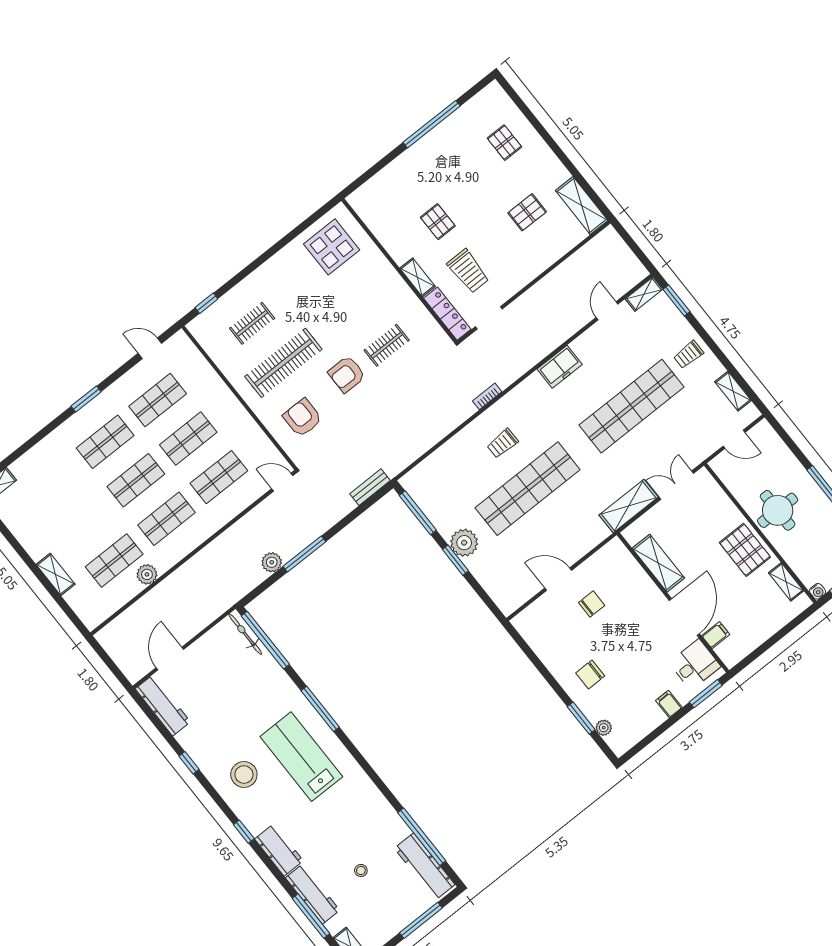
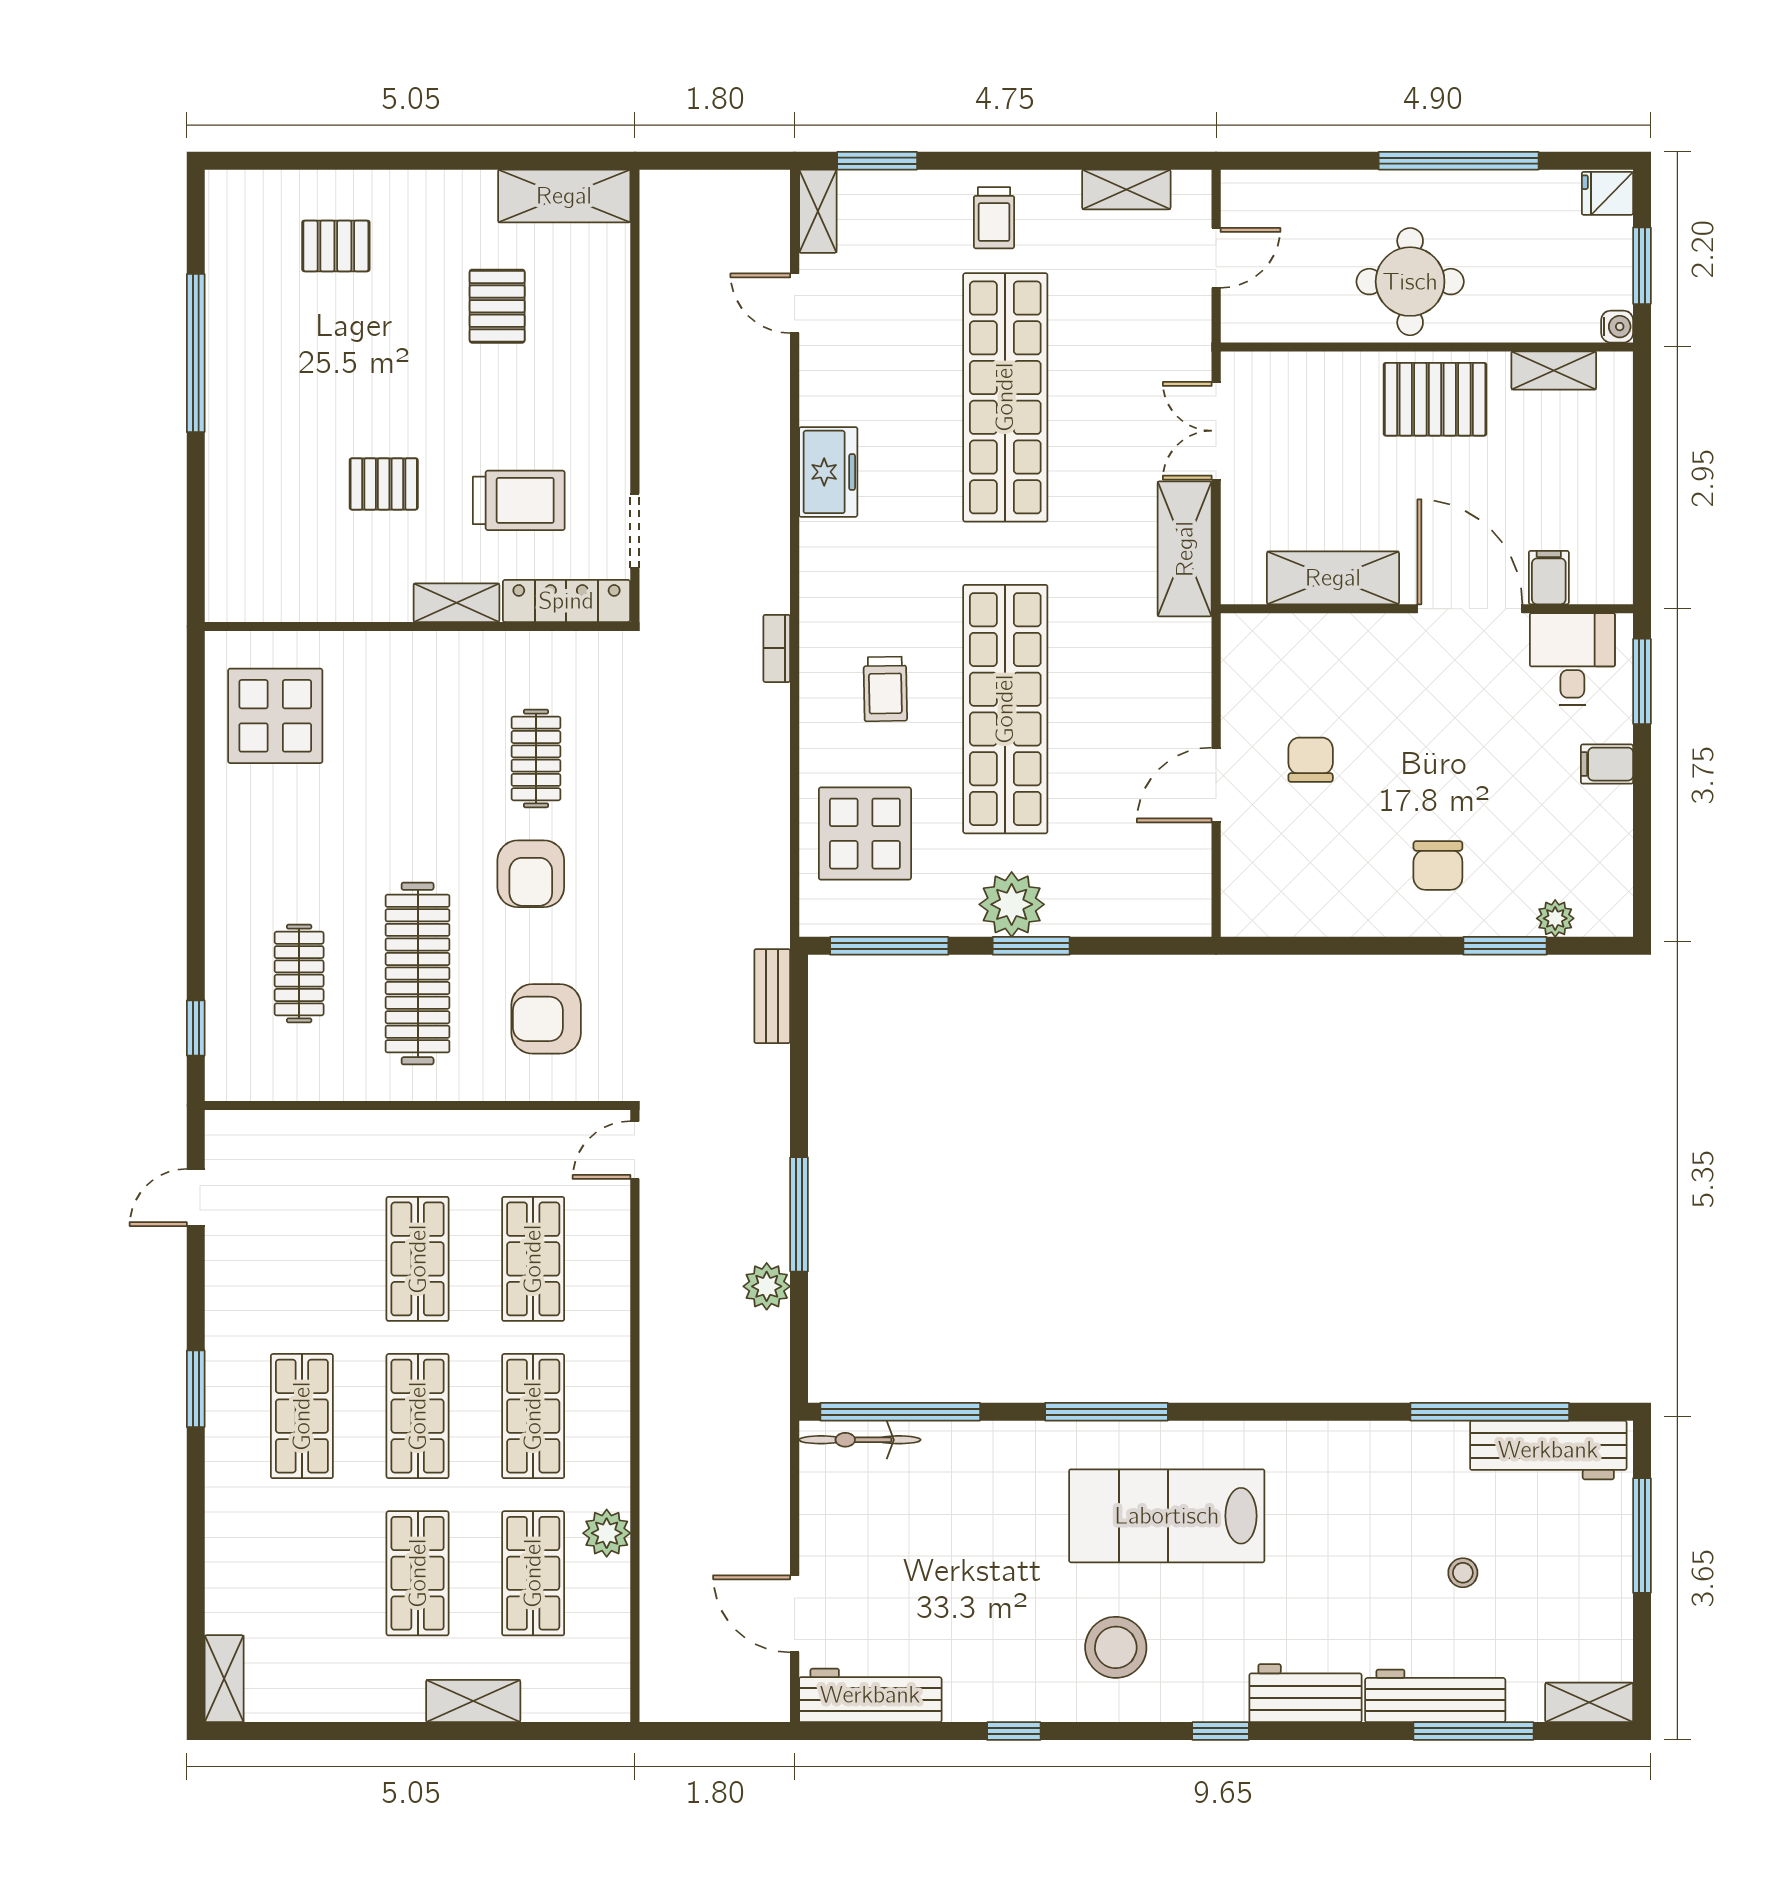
shop shelf: (158, 400) -> (418, 1573), moved
display table: (449, 475) -> (865, 834), added

